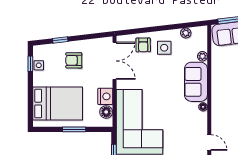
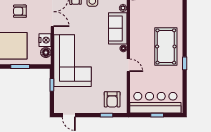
door: (209, 143) -> (128, 65), moved

